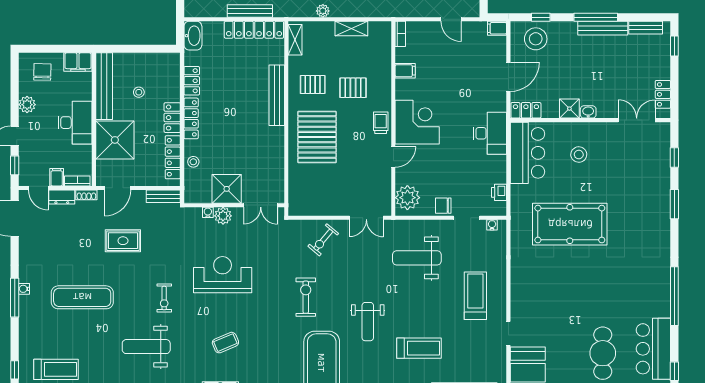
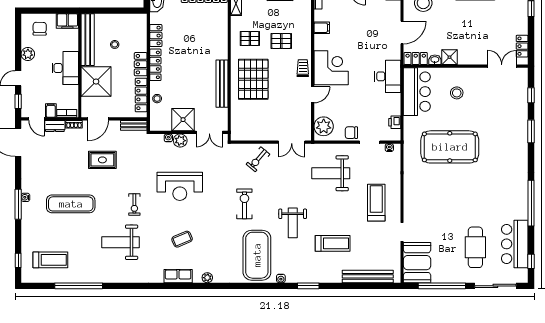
bench: (277, 95) -> (222, 84), moved
washbasin: (588, 112) -> (435, 60), moved
reception desk: (223, 275) -> (180, 186), turned 180

